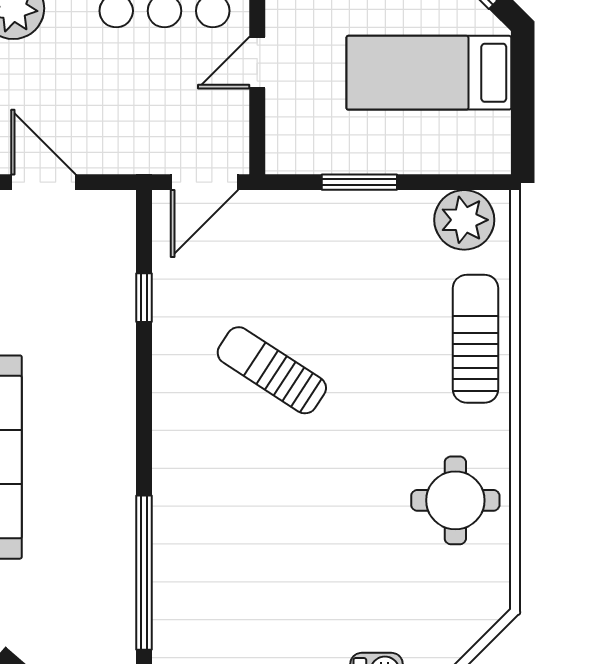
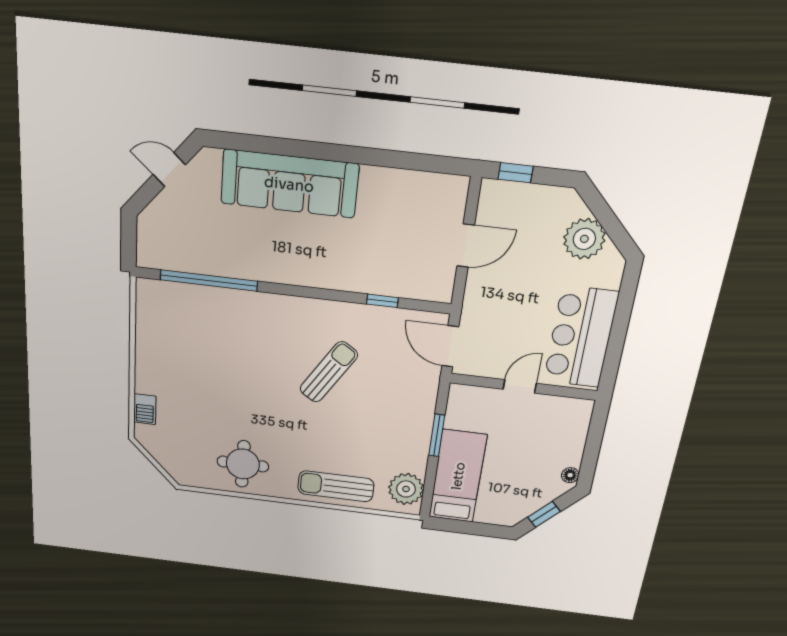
door: (257, 63) -> (520, 386), hinge flipped
bed: (429, 73) -> (458, 476), moved
sun lounger: (476, 339) -> (336, 486), turned 180

